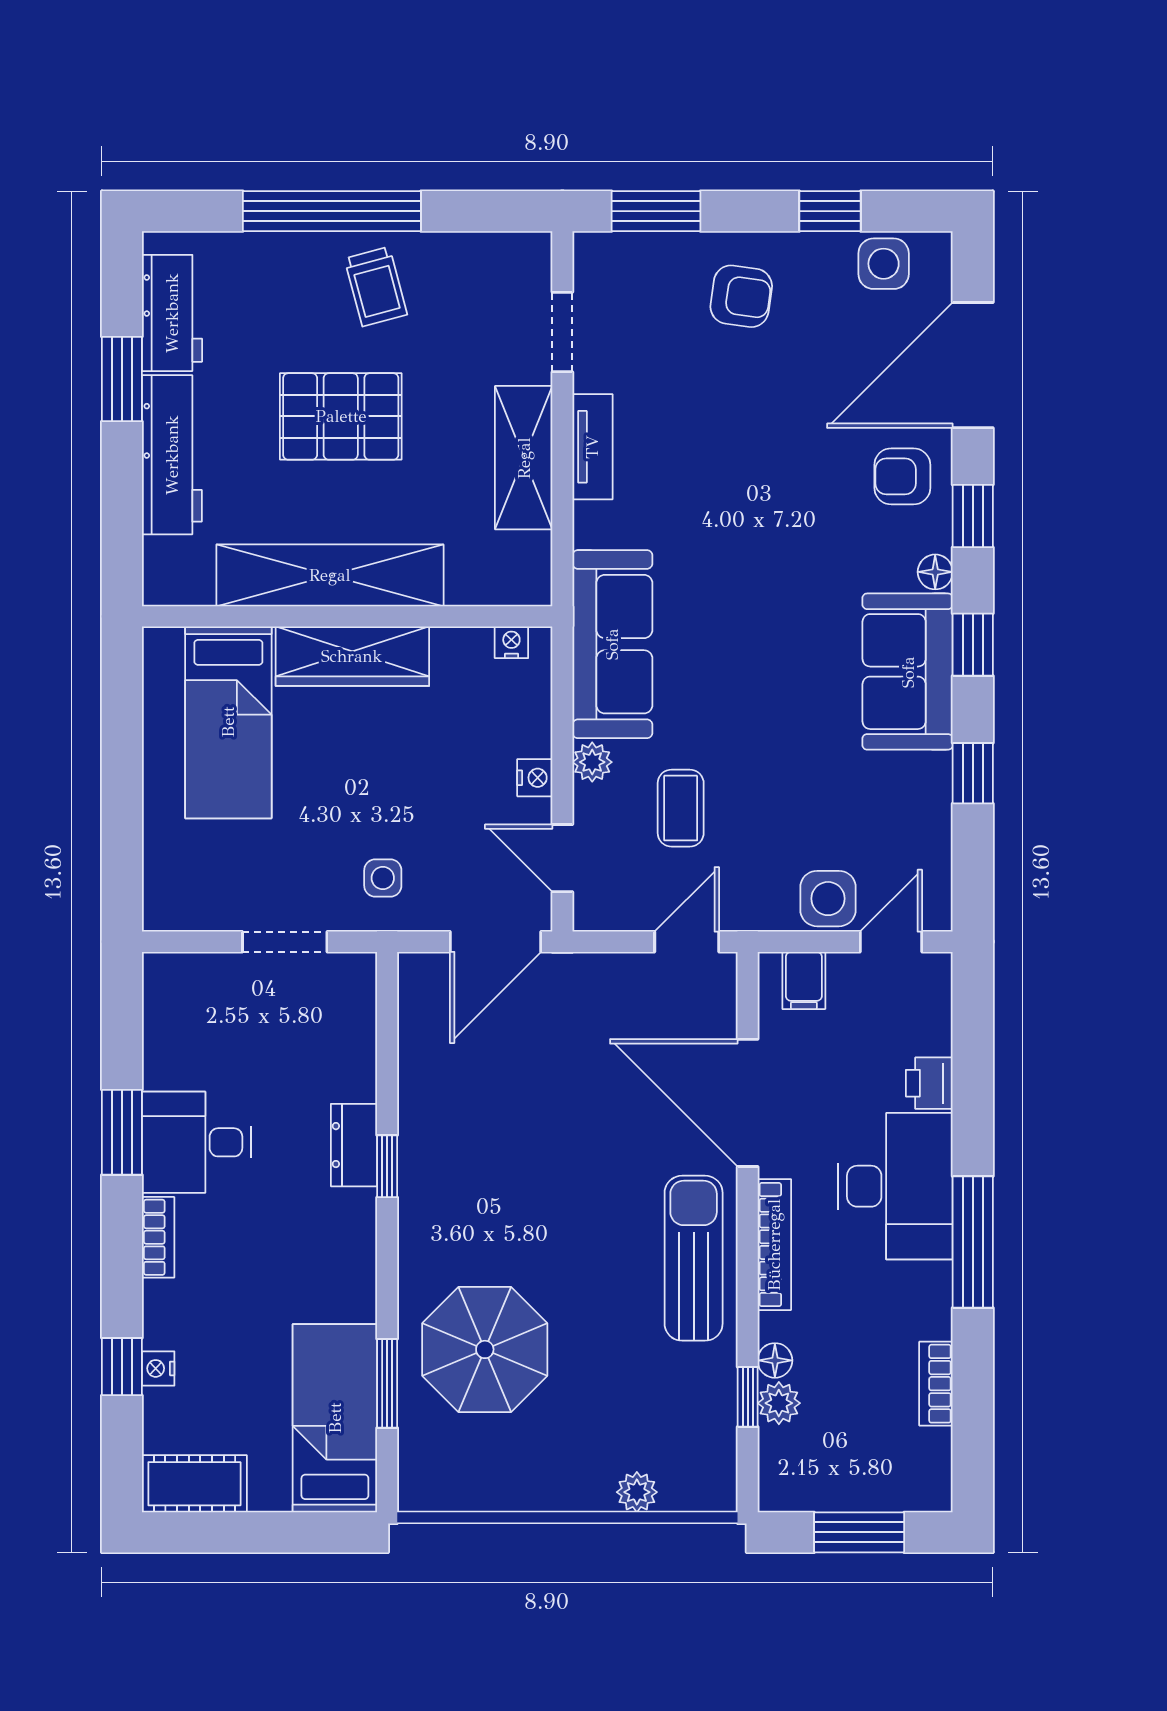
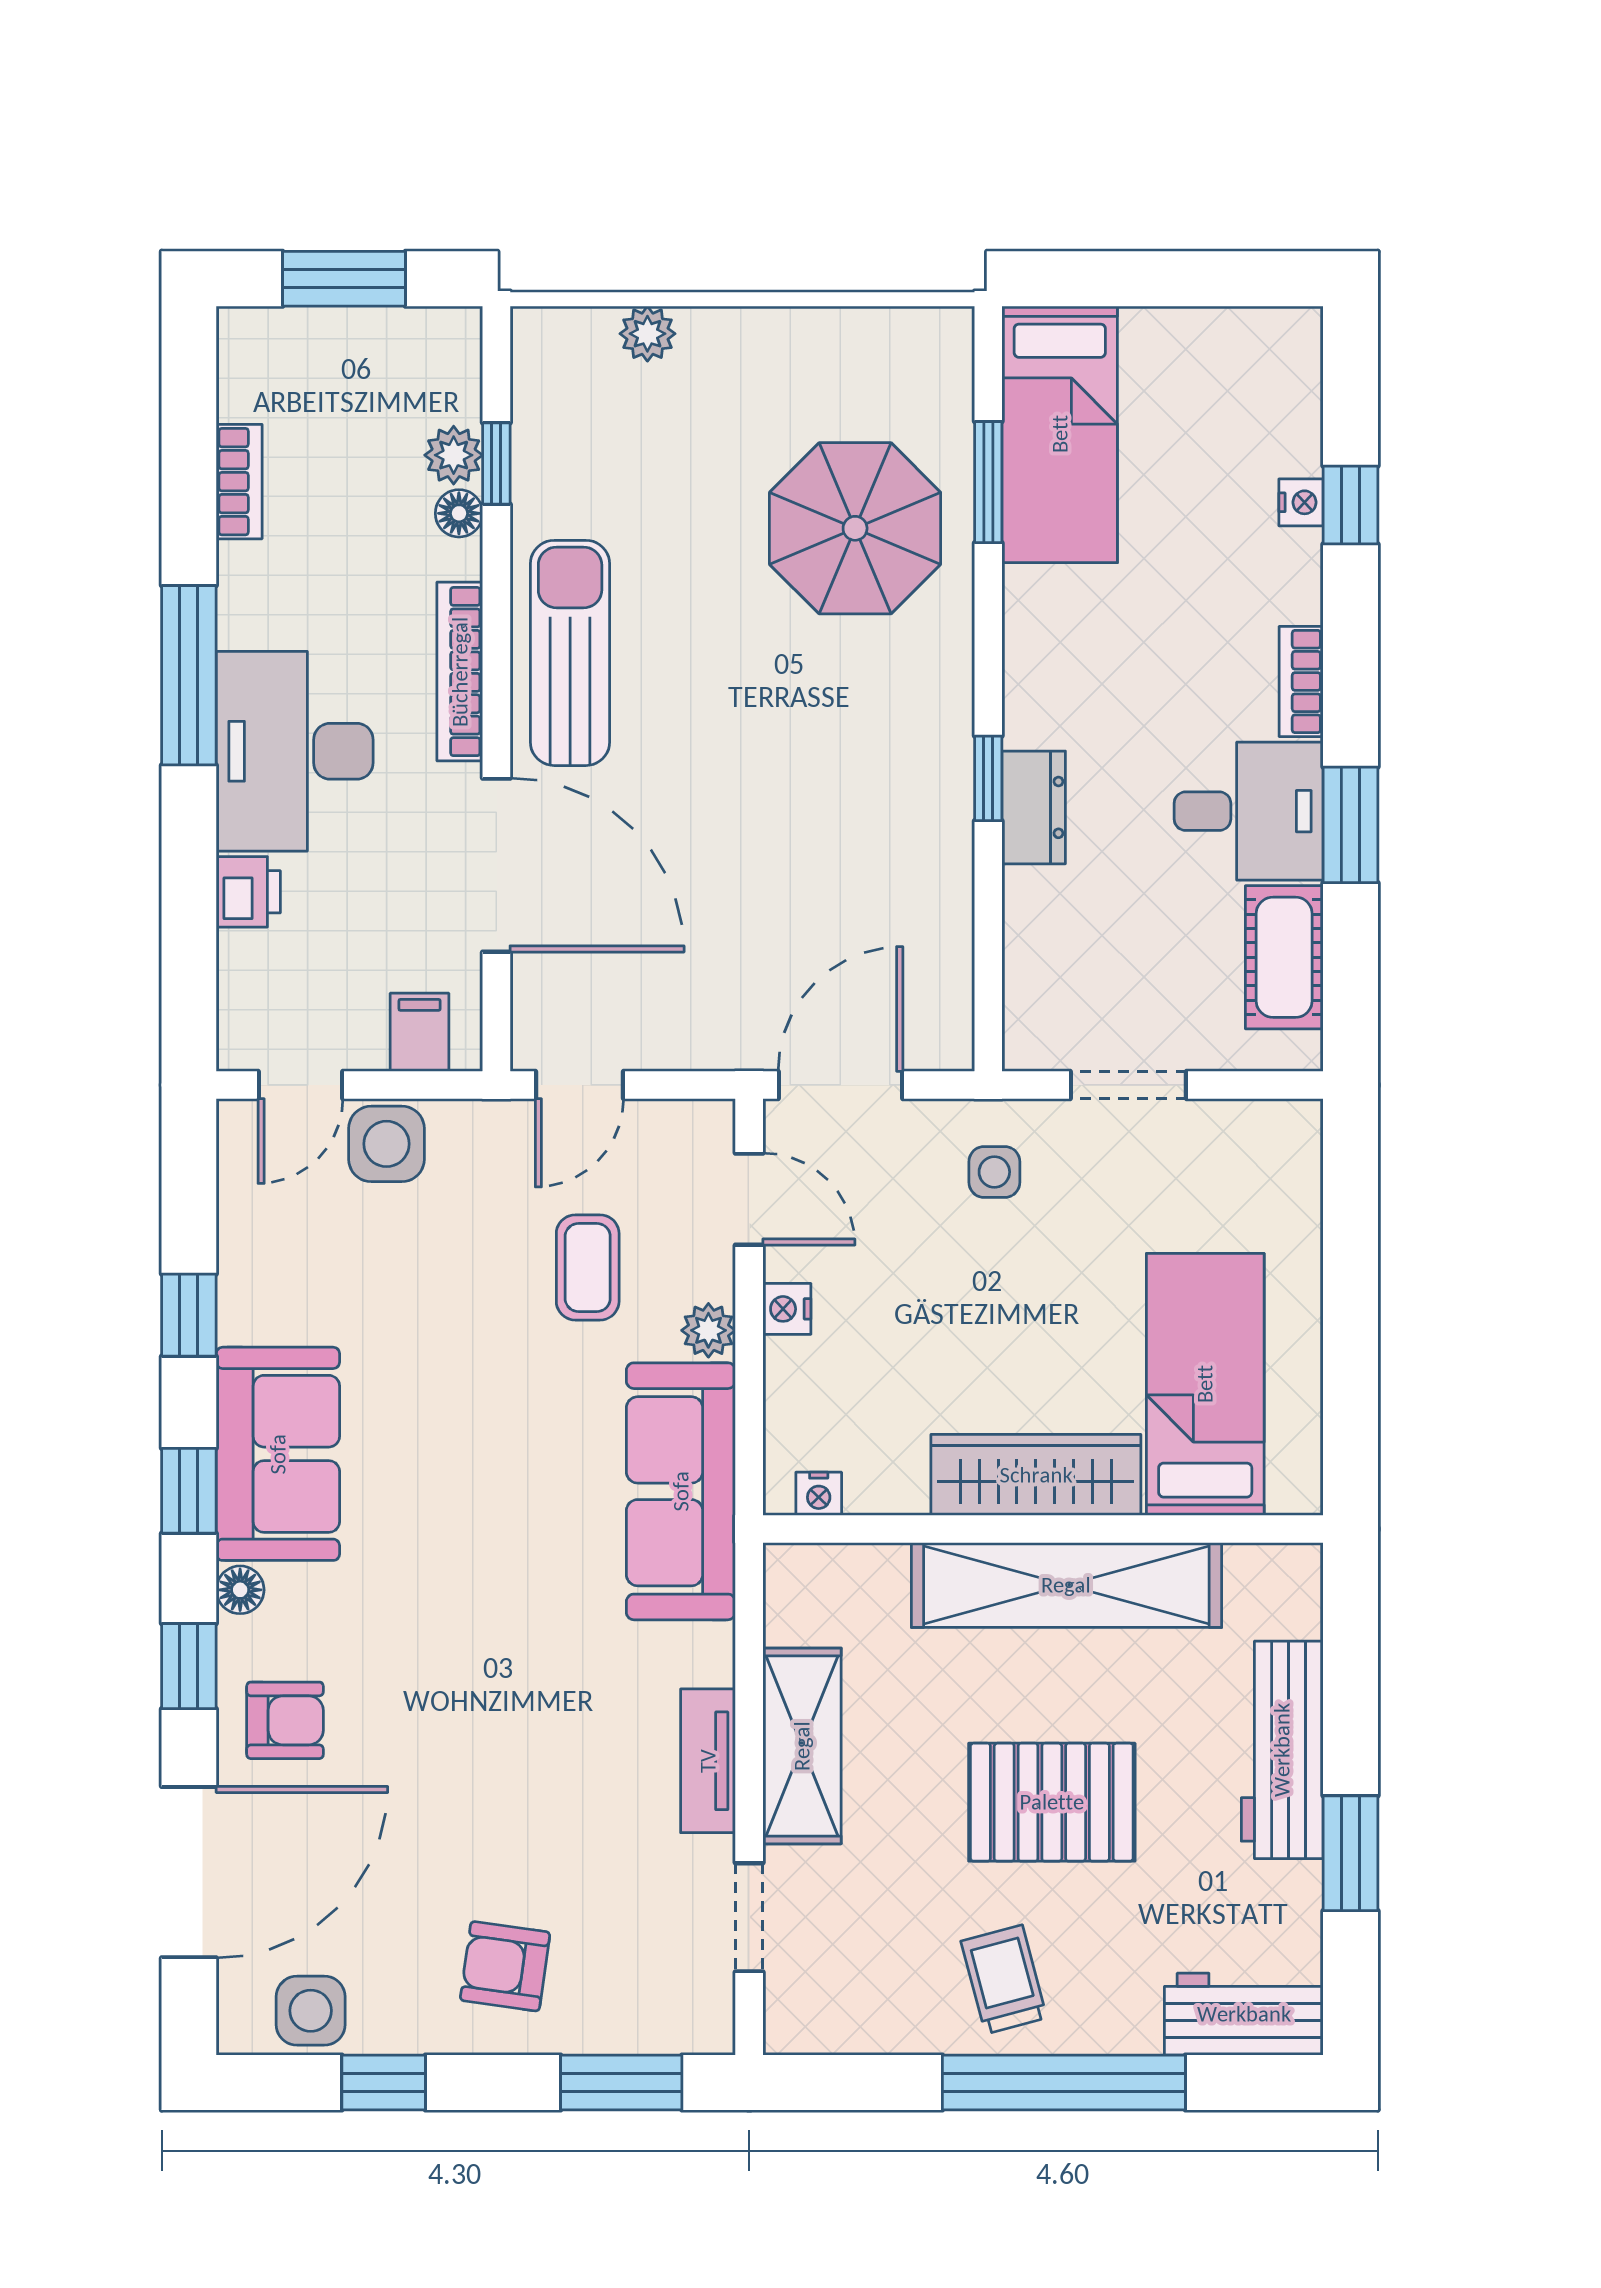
workbench: (172, 313) -> (1244, 2014), moved, turned 90
sun lounger: (694, 1258) -> (570, 653), turned 180
cot: (194, 1484) -> (1284, 957), moved, turned 90

